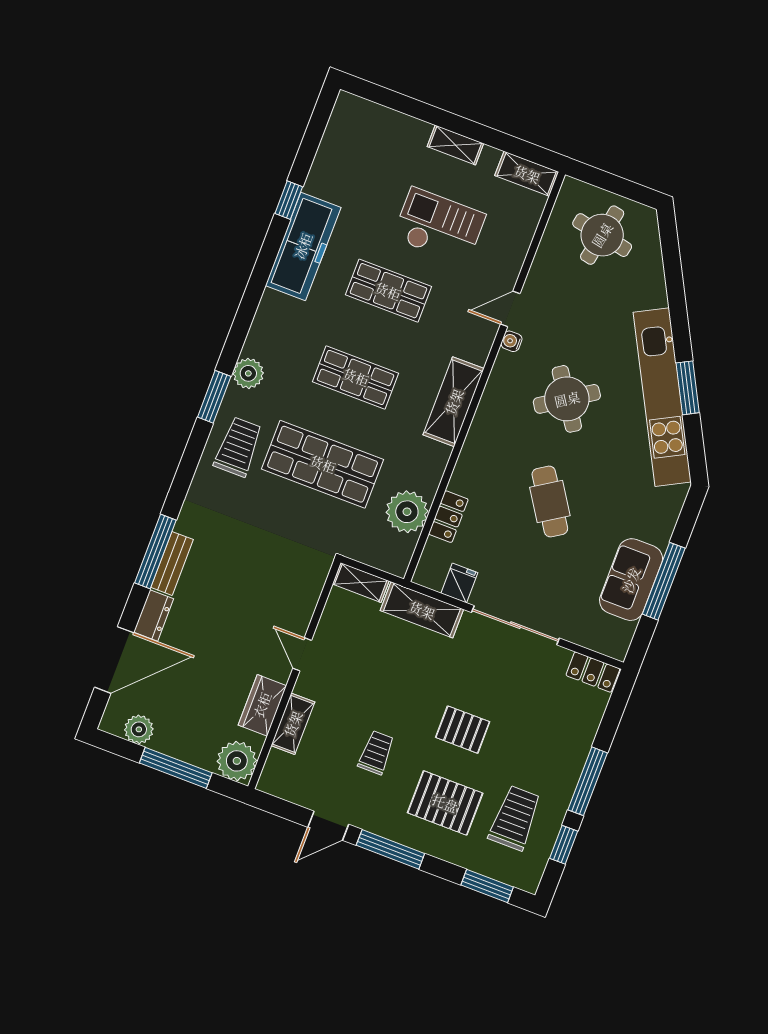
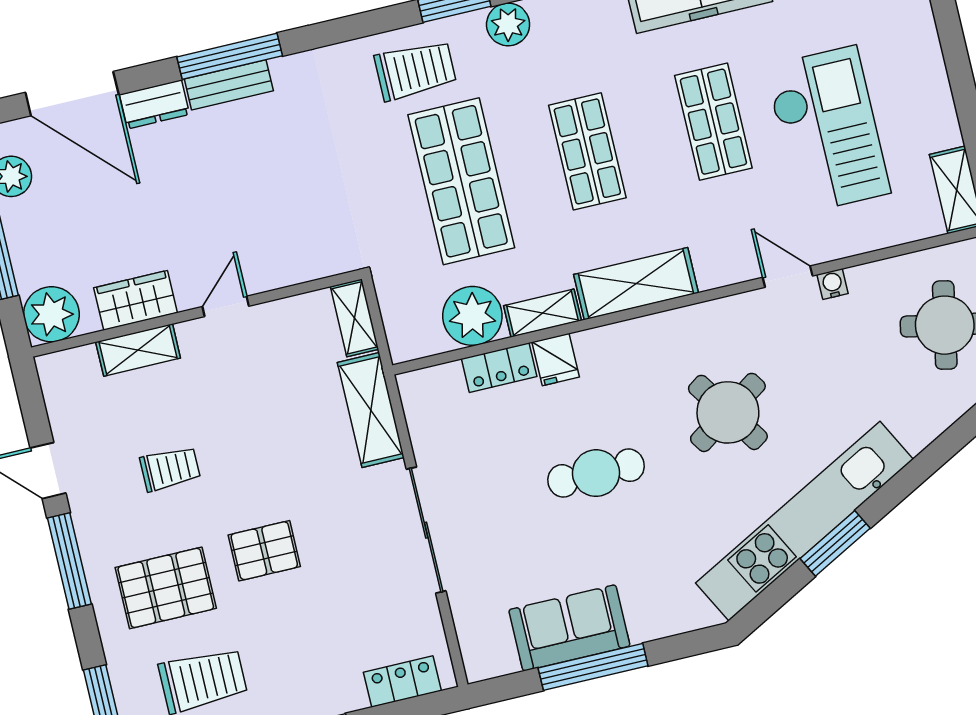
shelving: (455, 145) -> (542, 313), moved, turned 90
checkout: (439, 226) -> (827, 130), width x1.36, depth x1.21
water cooler: (511, 341) -> (833, 284), moved
cafe table: (550, 502) -> (596, 473), turned 33
fridge: (459, 583) -> (556, 360), moved, turned 90
locker: (593, 672) -> (402, 682), moved, turned 90
pallet: (463, 730) -> (264, 551), turned 90
pallet: (445, 803) -> (166, 588), turned 90

